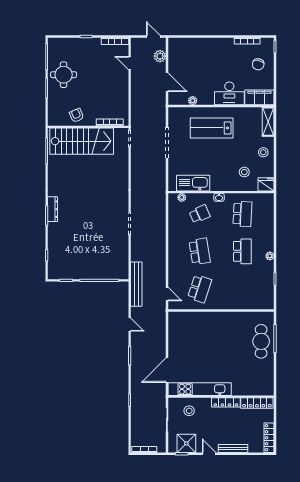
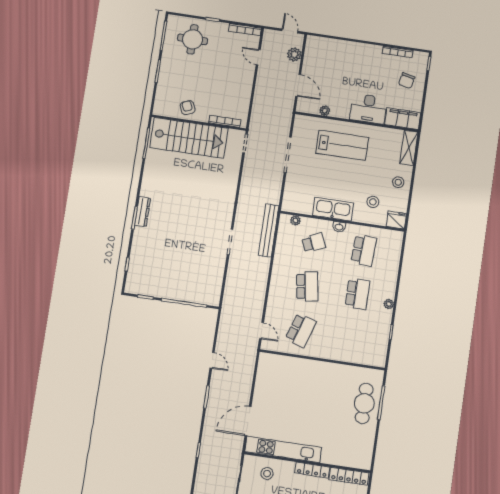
round table: (64, 75) -> (193, 39), moved
lab bench: (212, 128) -> (342, 145), turned 180
kitchen sink: (193, 183) -> (333, 209), moved
bench: (136, 284) -> (269, 231), moved

